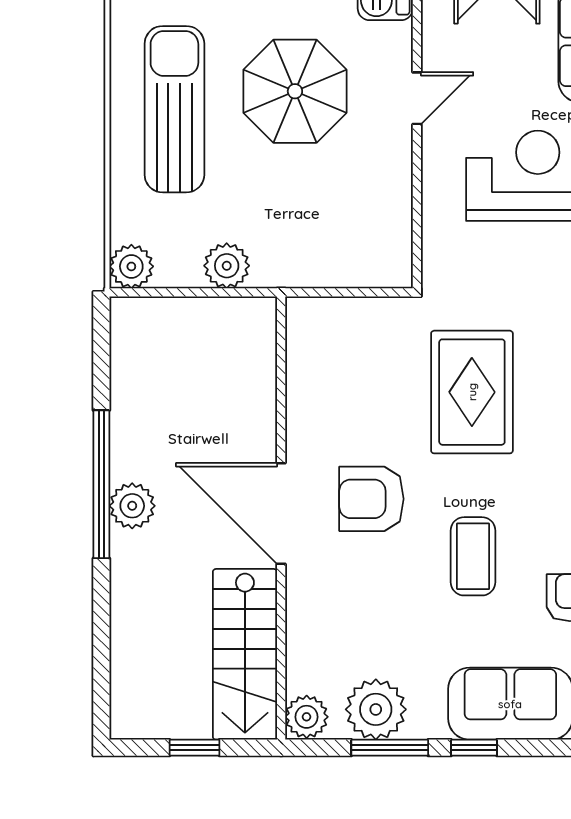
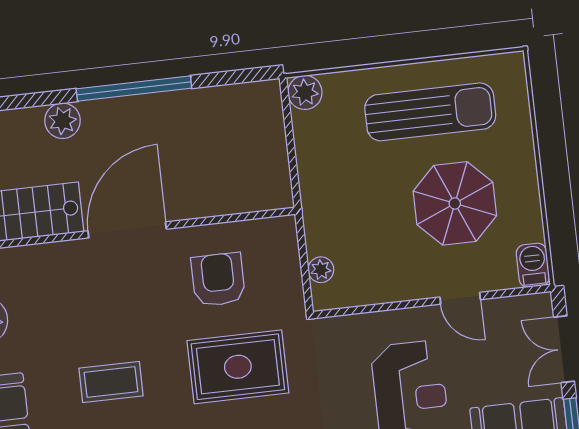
plant: (227, 266) -> (321, 270), moved, width x0.73, depth x0.73
armchair: (371, 499) -> (218, 280), moved
plant: (132, 506) -> (62, 121), moved

